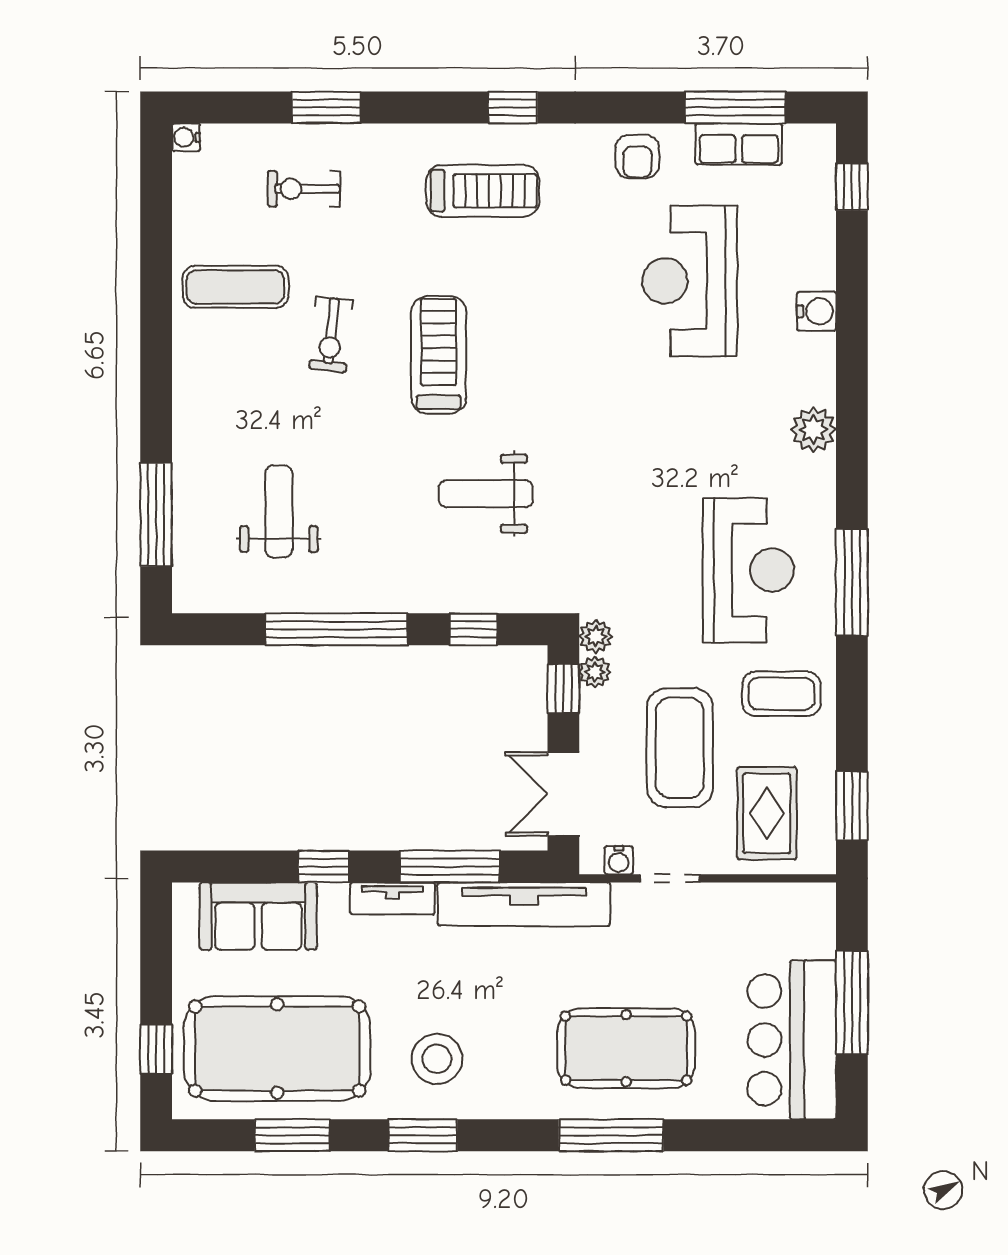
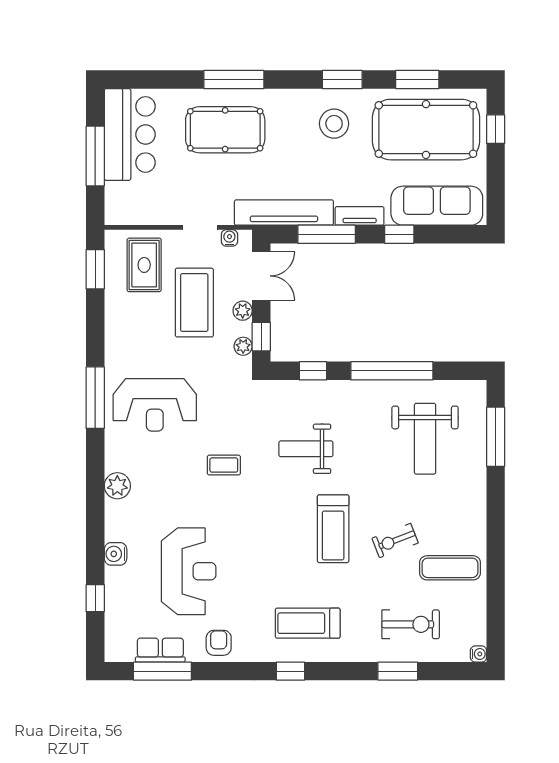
window: (852, 187) -> (95, 598), moved
exercise bike: (304, 189) -> (411, 624), width x1.38, depth x1.39
exercise bike: (331, 334) -> (395, 541), turned -117
weight bench: (486, 494) -> (306, 449), turned 180
weight bench: (279, 511) -> (425, 439), width x1.36, depth x1.33
reception desk: (748, 570) -> (155, 405), turned -90
plant: (596, 636) -> (243, 311), moved
coffee table: (781, 694) -> (224, 465), moved, width x0.73, depth x0.77
sofa: (258, 916) -> (437, 206), width x1.36

